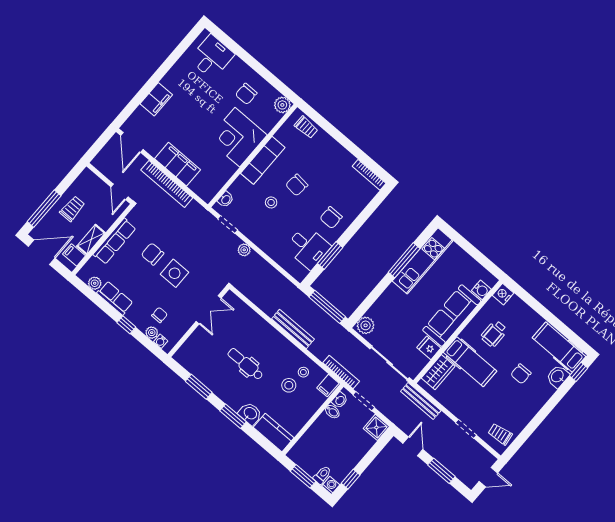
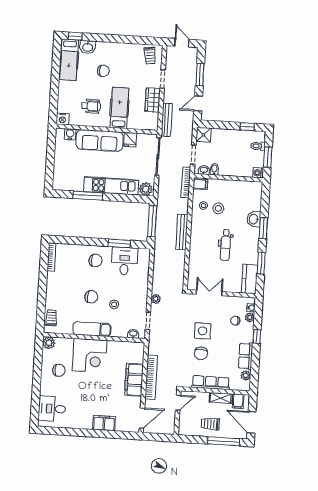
kitchen unit: (423, 261) -> (111, 186), moved
wardrobe: (438, 372) -> (153, 100), moved, turned -90
kitchen counter: (274, 433) -> (249, 279), moved
washing machine: (331, 485) -> (258, 173), moved

